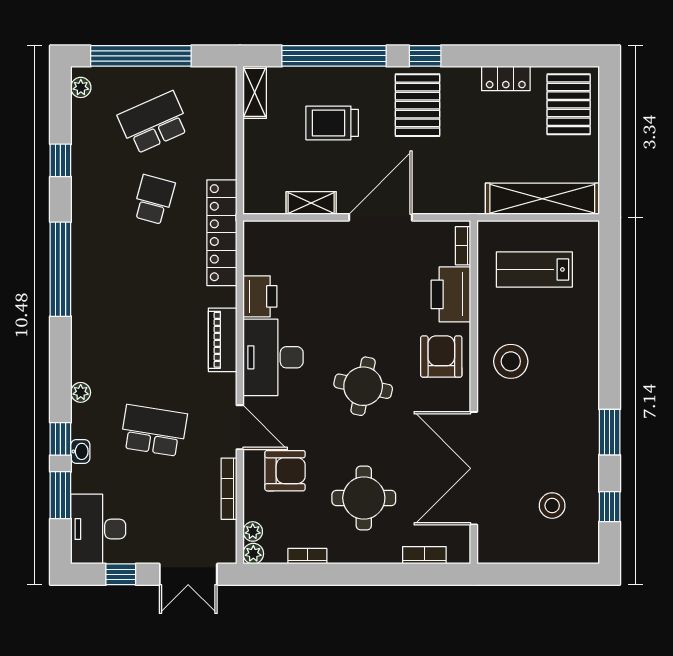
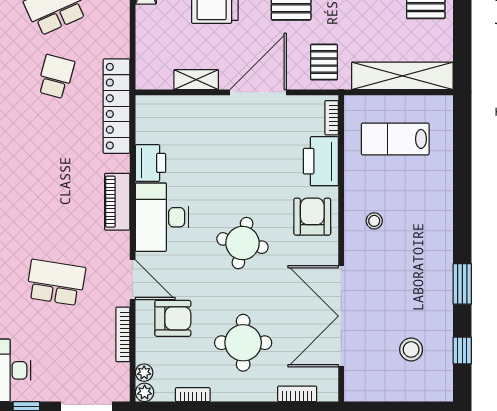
pallet: (455, 183) -> (324, 62), added
stool: (511, 361) -> (374, 221), width x0.53, depth x0.53

